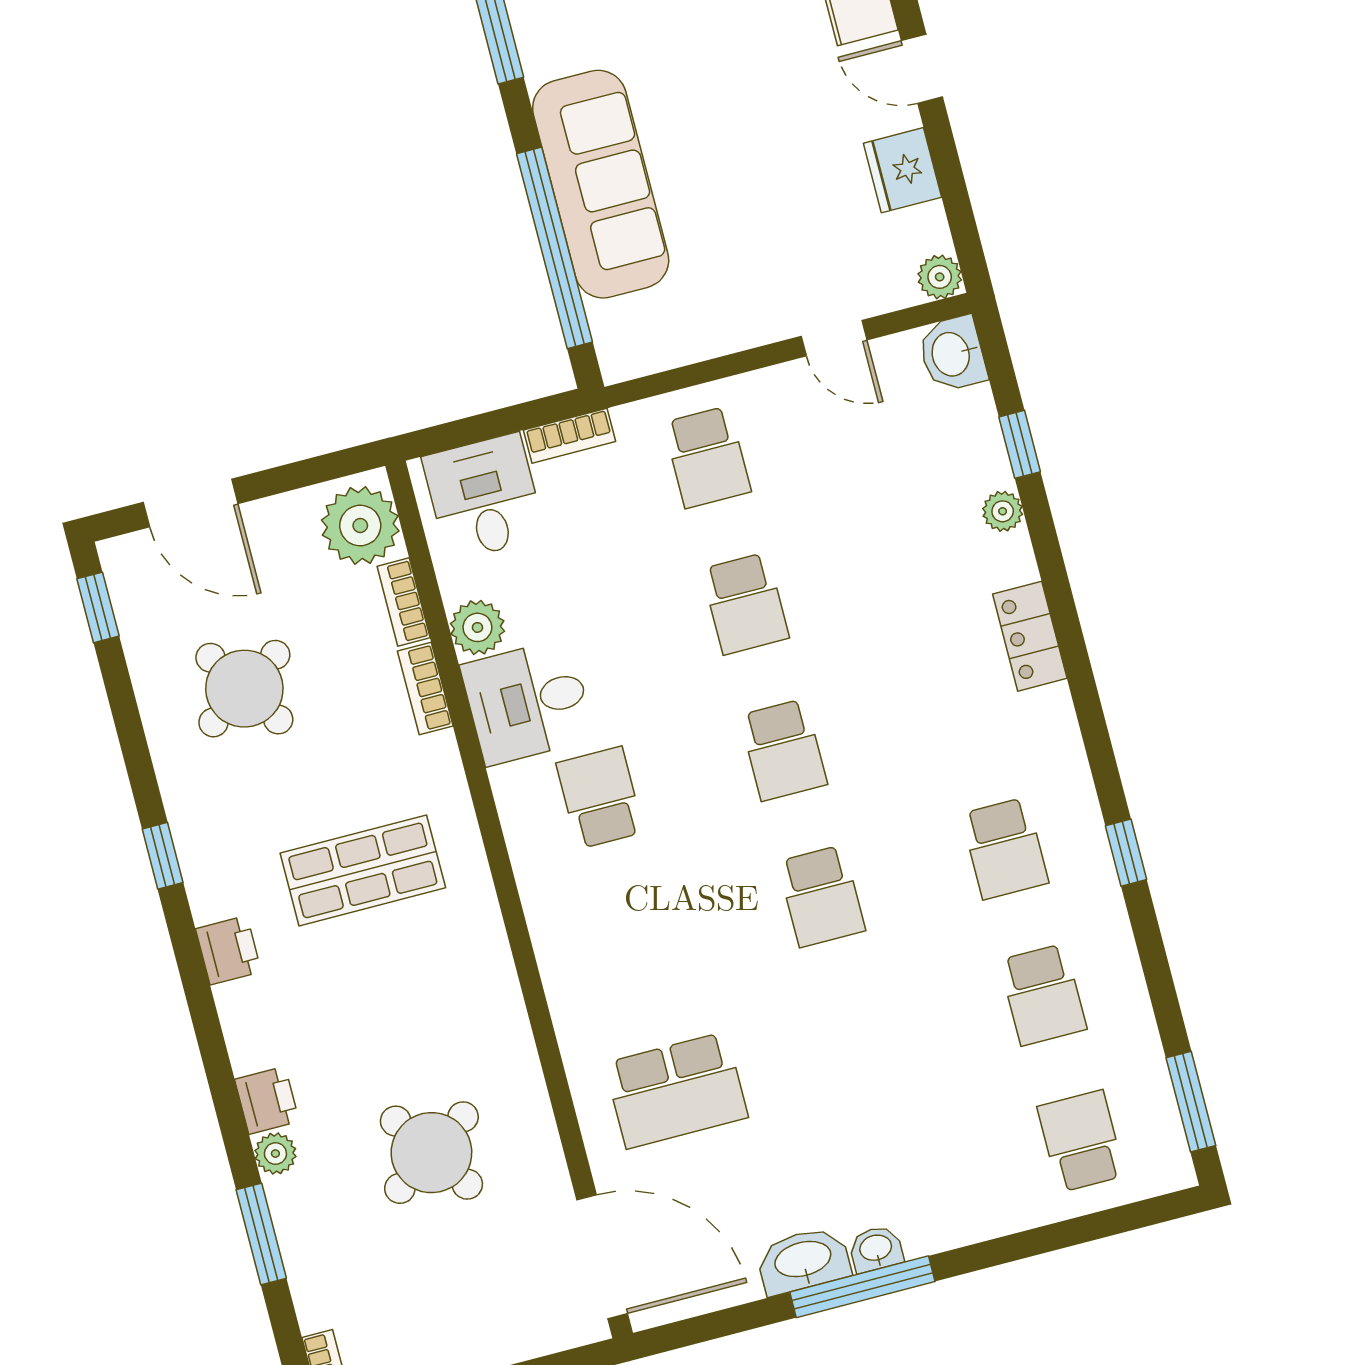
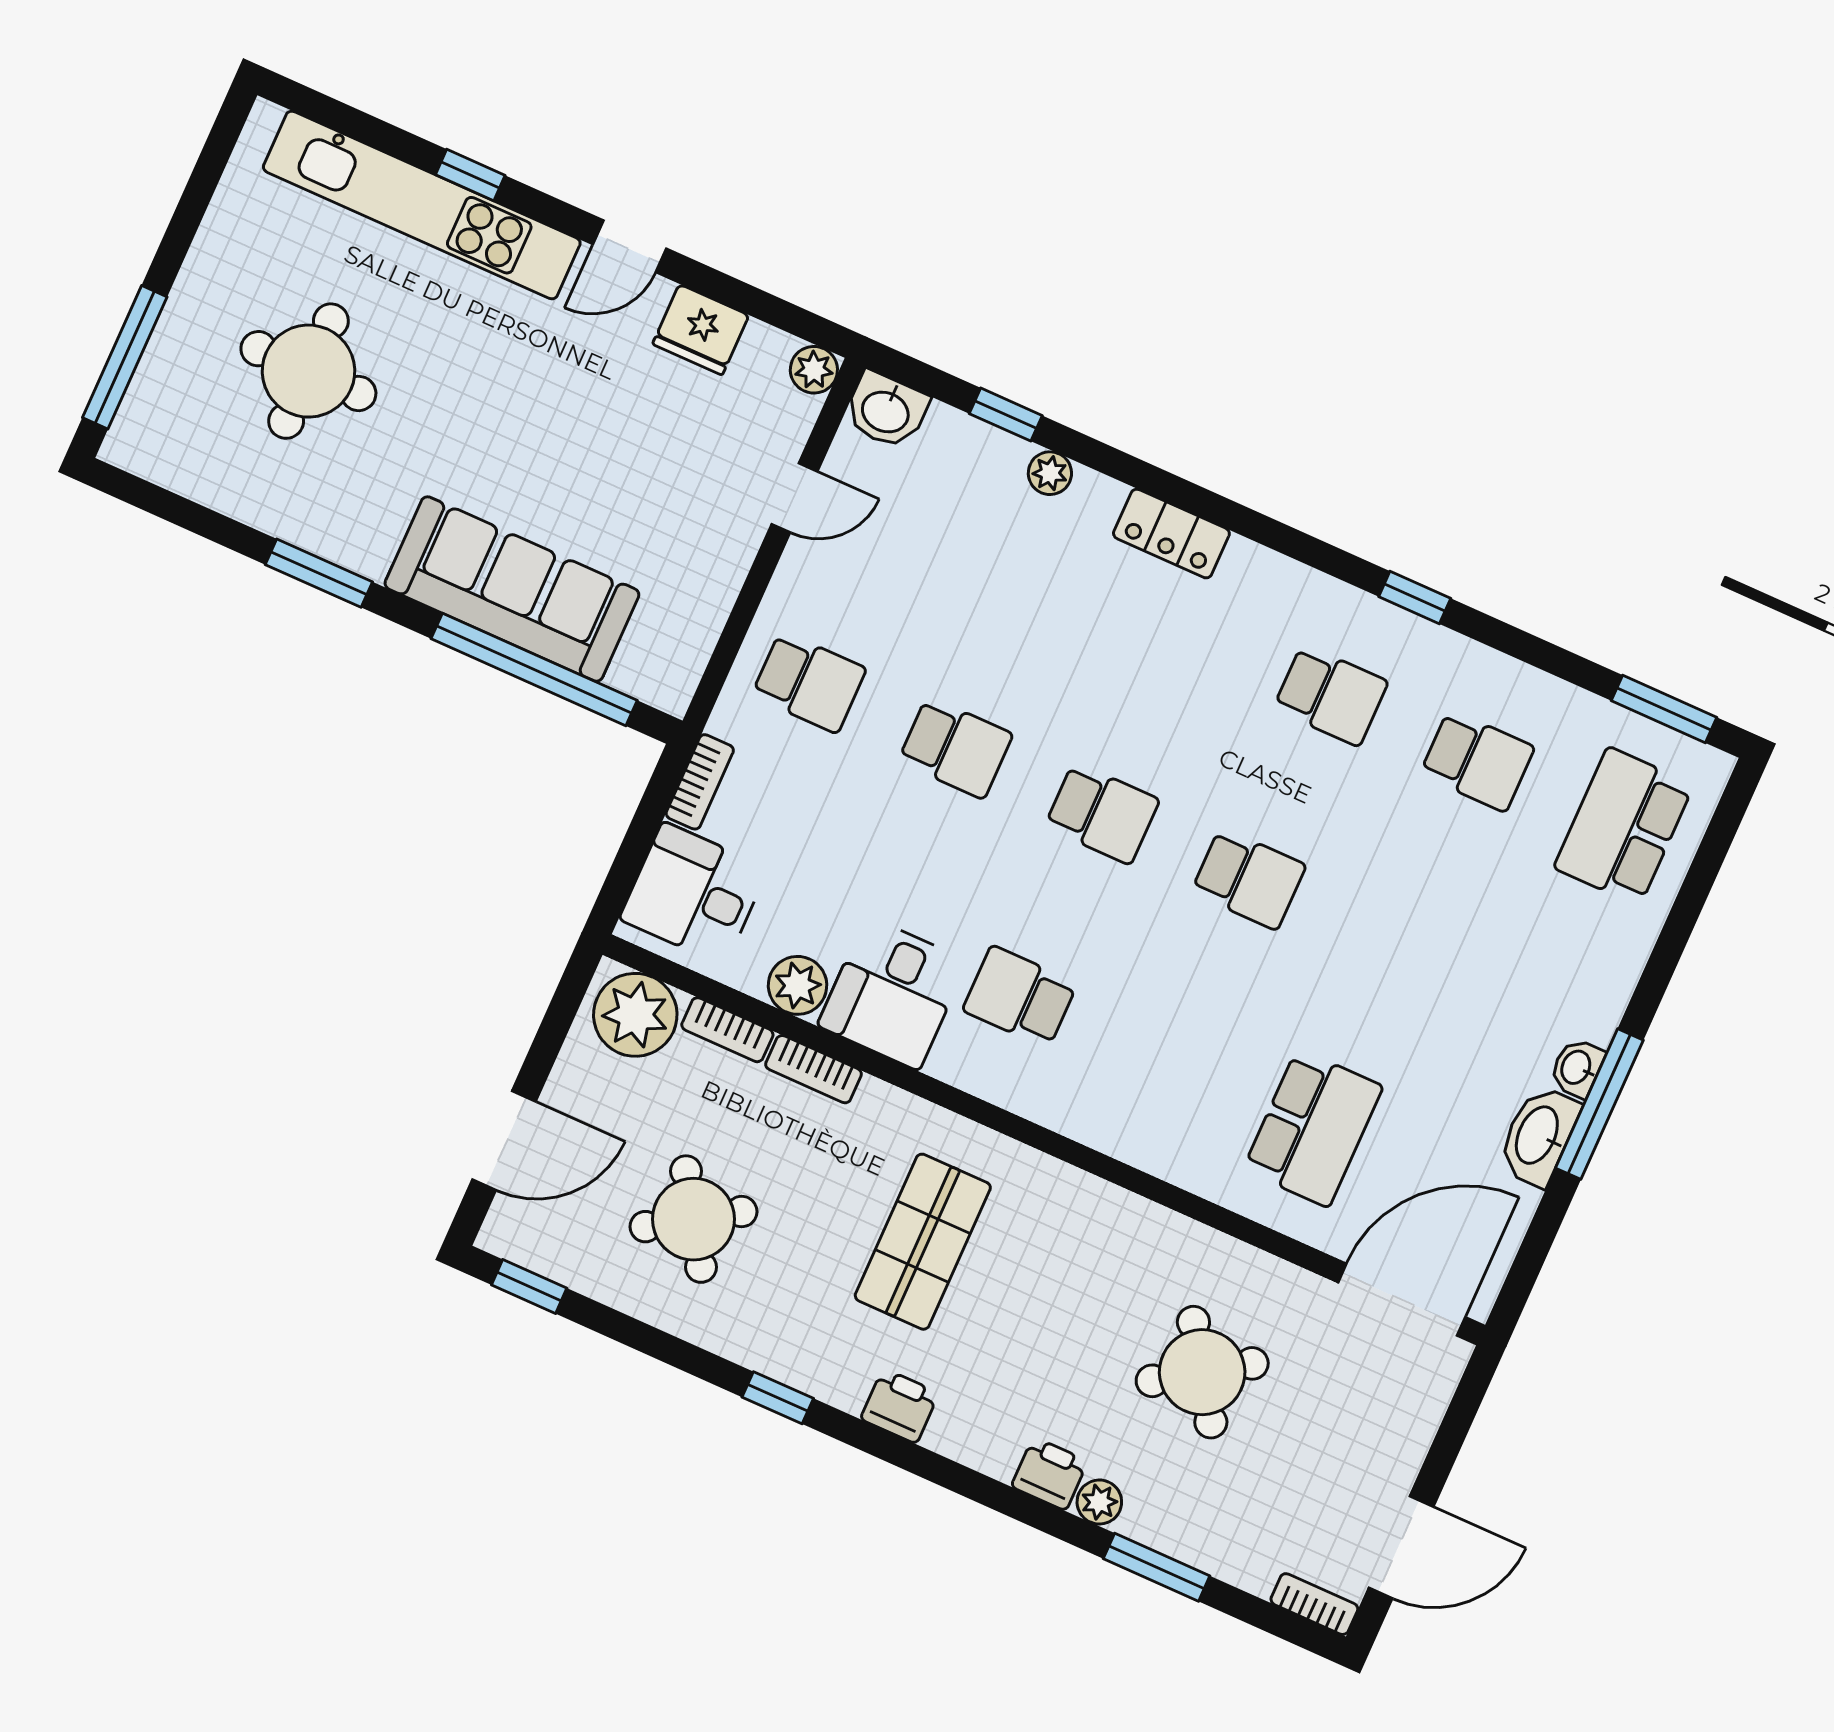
school desk: (1081, 1141) -> (1624, 826), width x1.85

